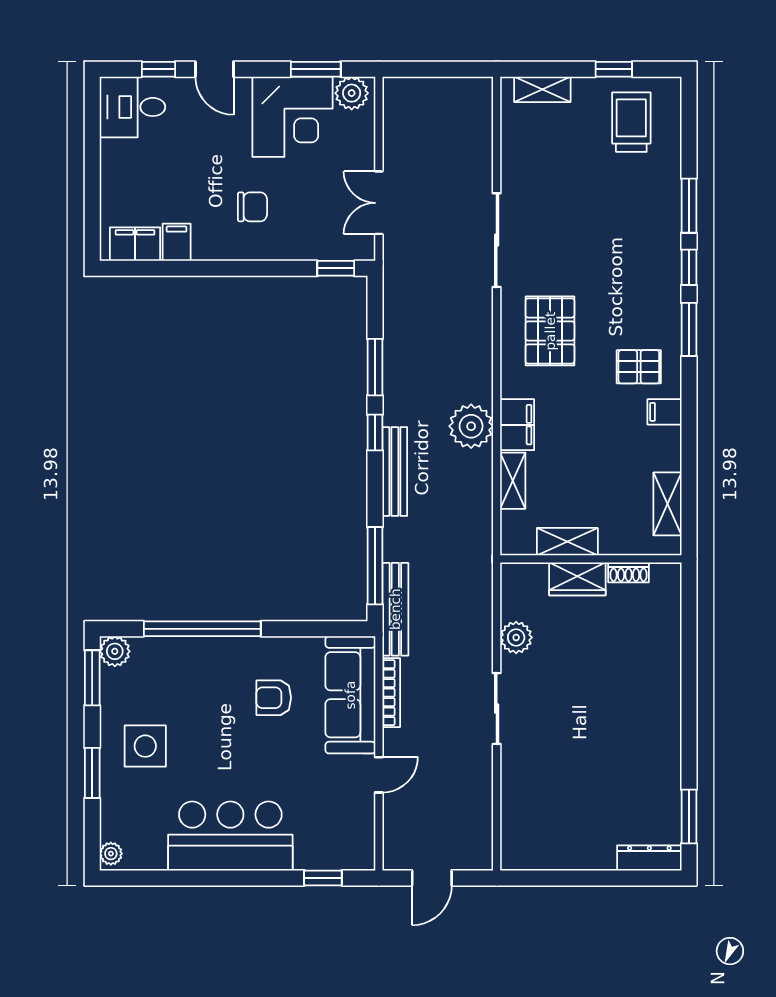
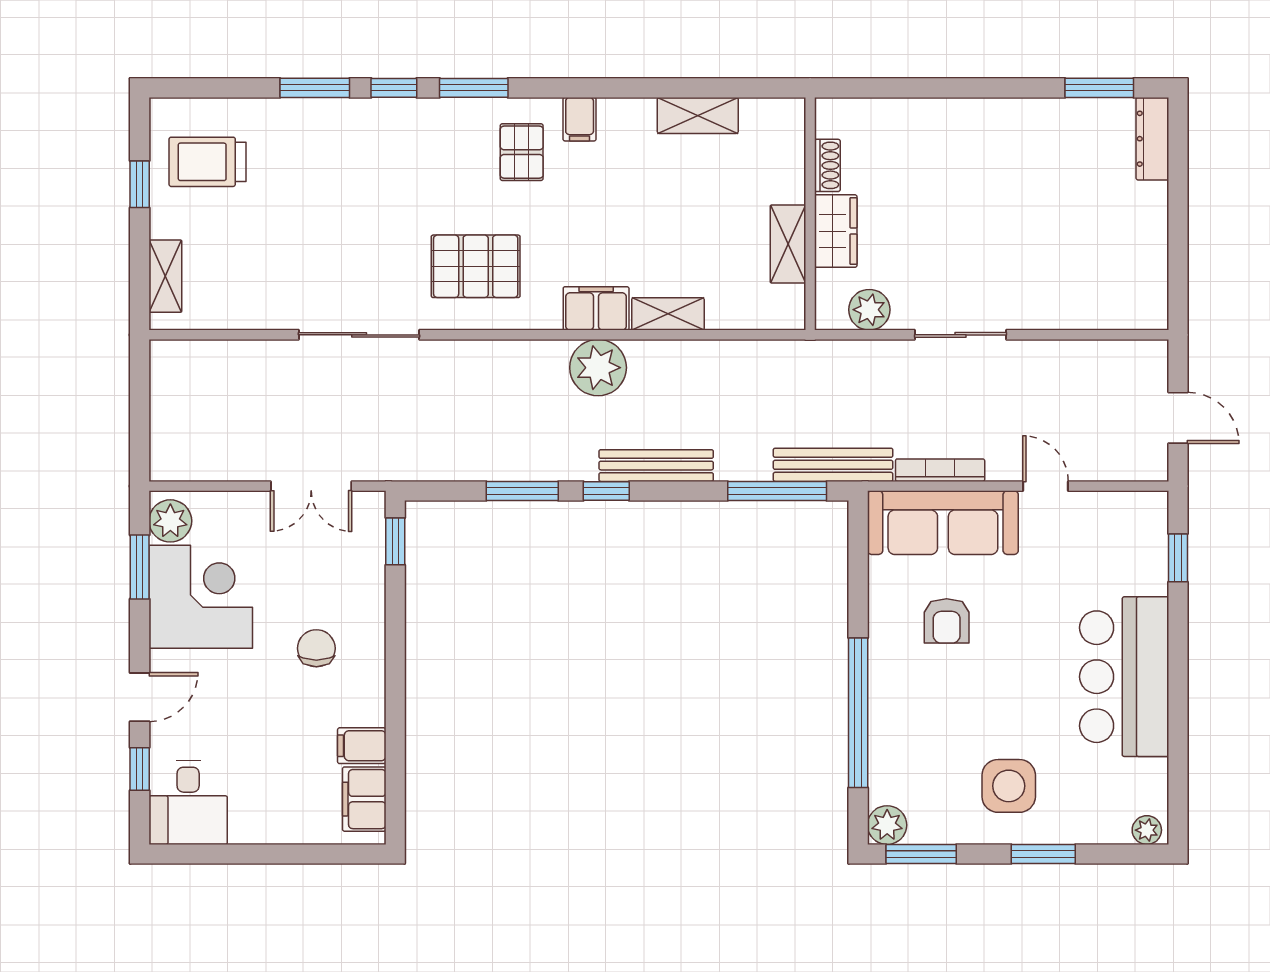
shelving: (567, 542) -> (788, 244), moved
wall: (591, 559) -> (810, 214), moved
shoe rack: (629, 572) -> (827, 165), moved
wardrobe: (577, 579) -> (836, 231), moved

